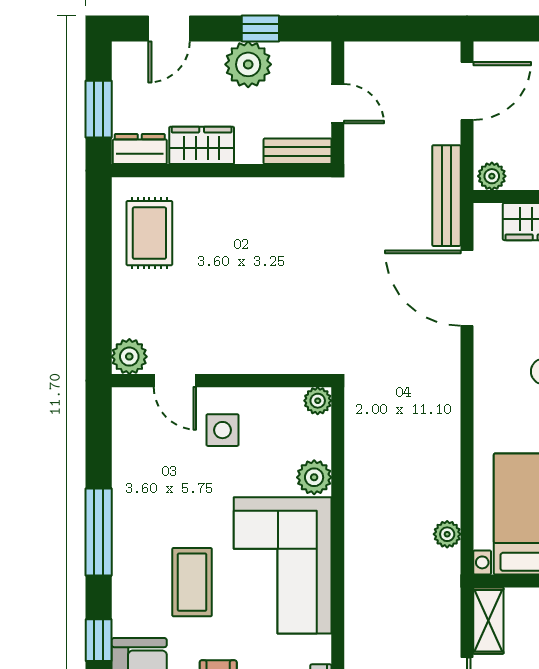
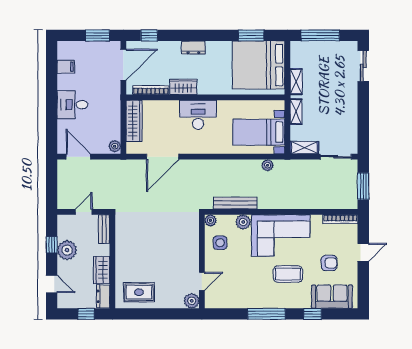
window: (99, 109) -> (86, 314), width x0.67
bench: (446, 196) -> (235, 203), moved
side table: (222, 430) -> (220, 243), moved

